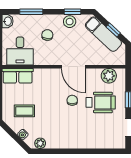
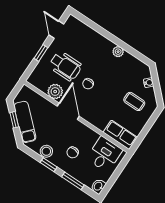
window: (73, 12) -> (49, 165), moved
plant: (109, 76) -> (55, 92), moved
wheelchair: (101, 102) -> (65, 66), turned 180
plant: (40, 143) -> (118, 52), moved

